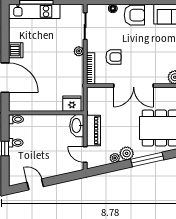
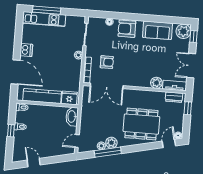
armchair: (134, 15) -> (127, 29), turned 180
double door: (134, 86) -> (107, 86), moved
kitchen counter: (39, 104) -> (42, 96), added
piano: (94, 130) -> (85, 122), removed
door: (85, 154) -> (77, 141), hinge flipped
window: (147, 159) -> (108, 152), moved

